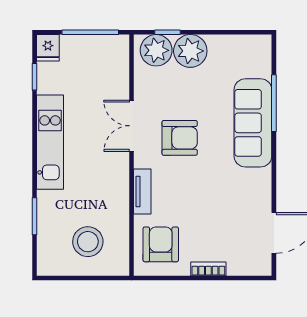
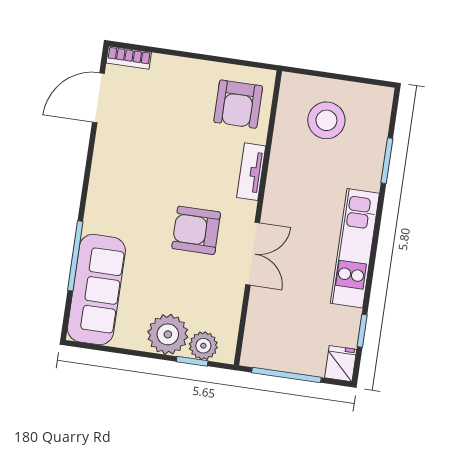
plant: (156, 50) -> (203, 346), width x0.73, depth x0.73
sofa: (253, 123) -> (96, 290), moved
bookcase: (208, 269) -> (129, 58), moved

